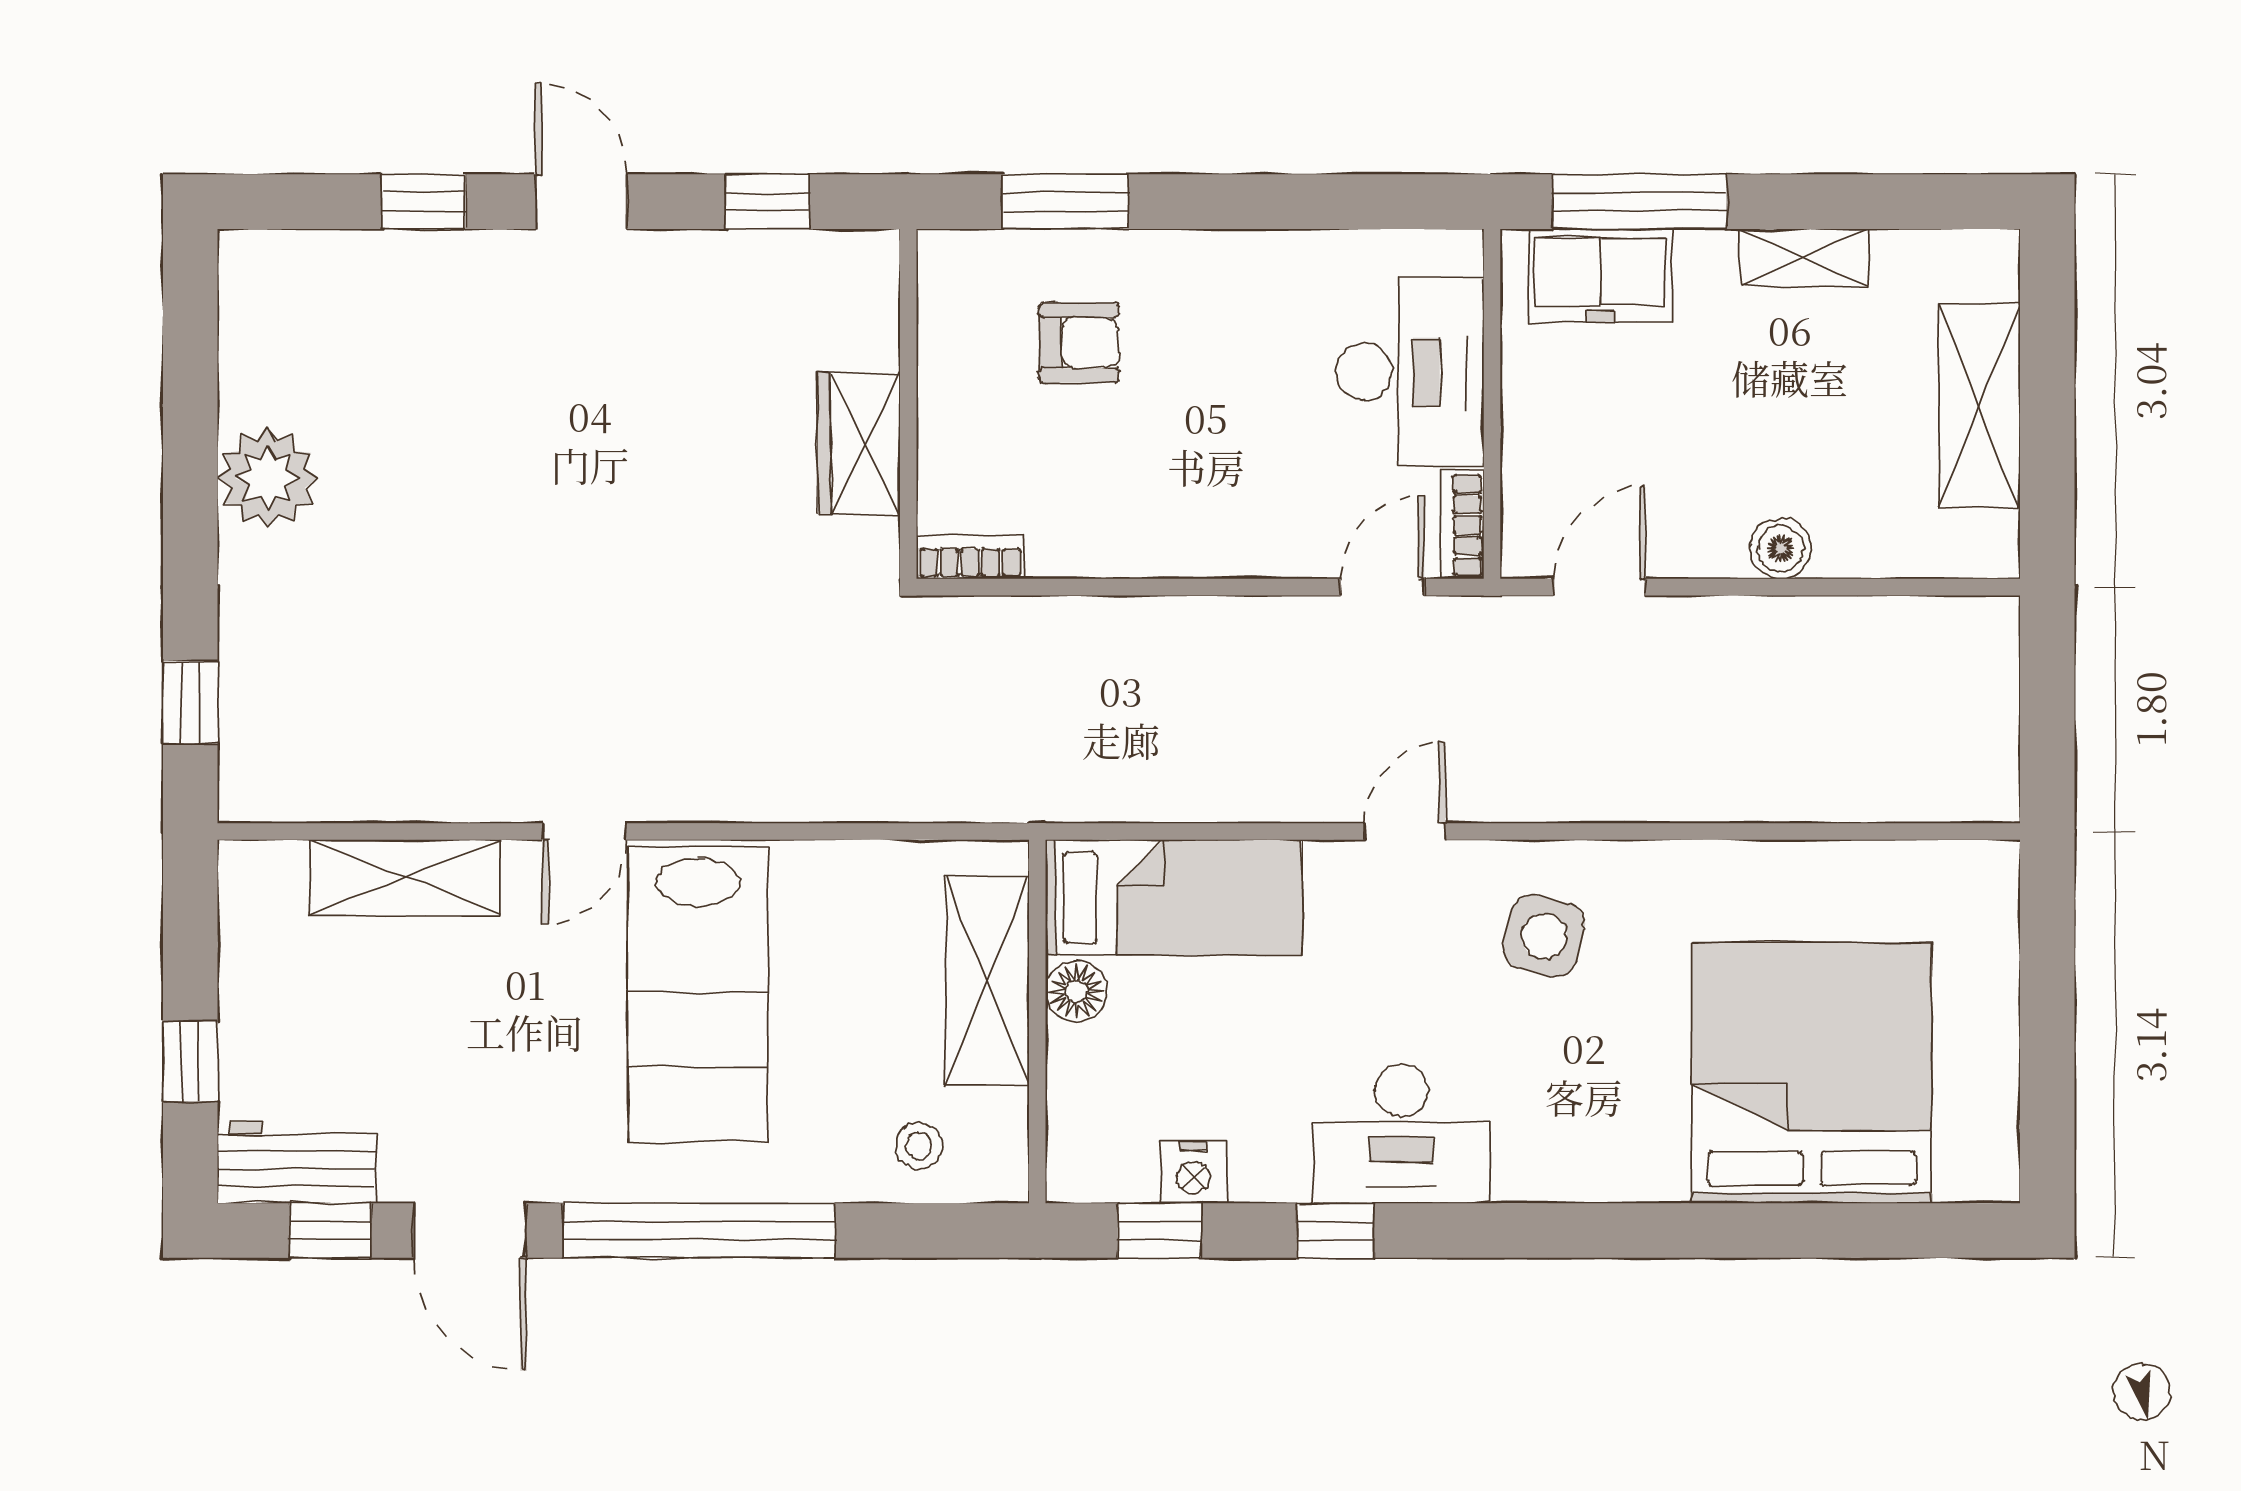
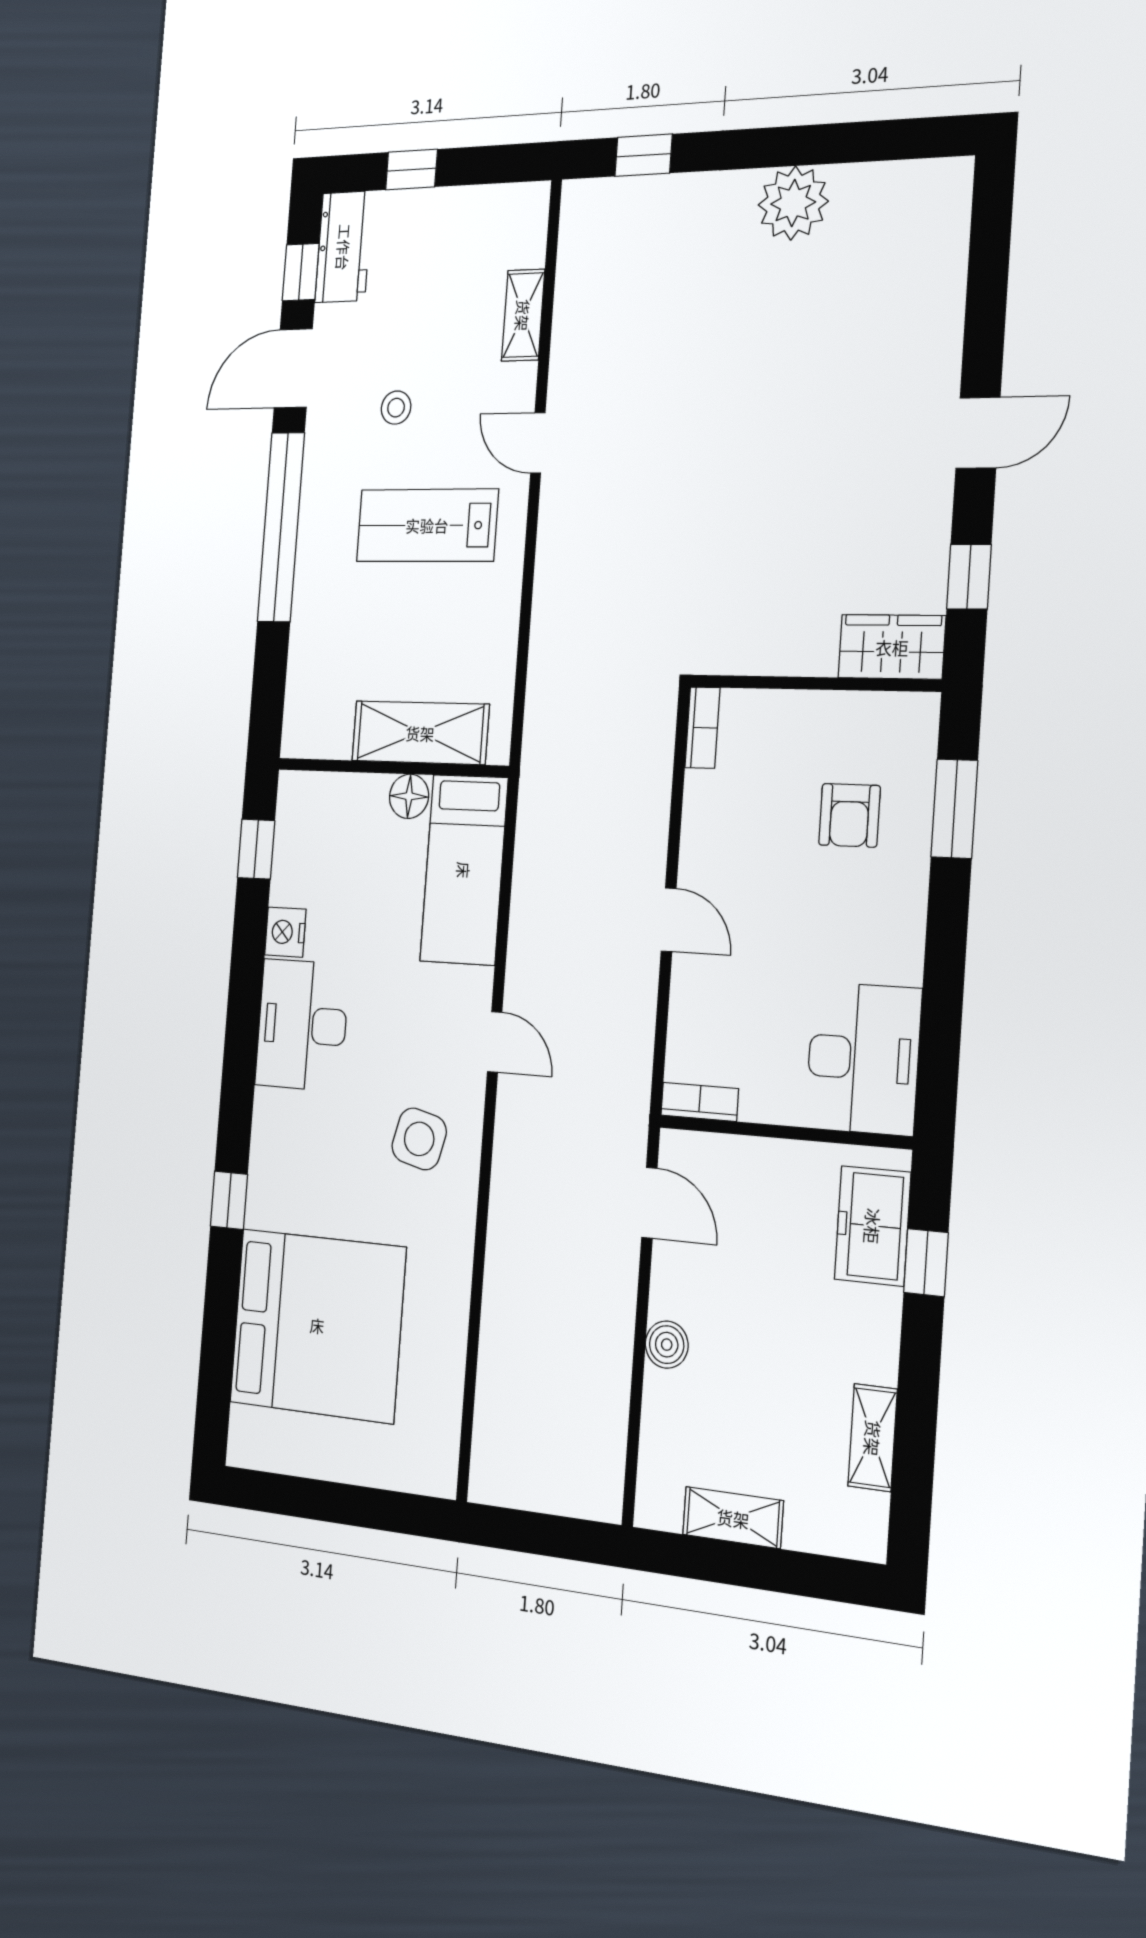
window: (424, 202) -> (986, 312), removed
window: (1640, 202) -> (926, 1263), width x0.46
shelving: (1804, 258) -> (873, 1438), moved
desk: (1410, 372) -> (863, 1058), moved, turned -90
shelving: (1979, 406) -> (733, 1518), width x0.67, depth x0.75
wardrobe: (859, 444) -> (892, 647), moved
door: (1382, 587) -> (669, 920), moved
shelving: (405, 878) -> (523, 315), width x0.67, depth x0.75
lab bench: (698, 994) -> (427, 525), width x0.73, depth x0.72
stool: (919, 1146) -> (396, 408), moved
nightstand: (1193, 1172) -> (285, 932), moved
window: (1336, 1231) -> (229, 1200), moved

